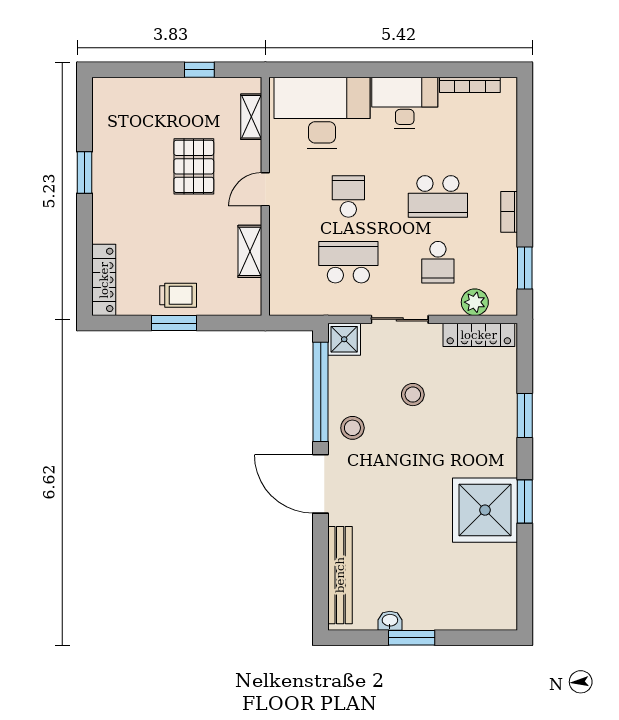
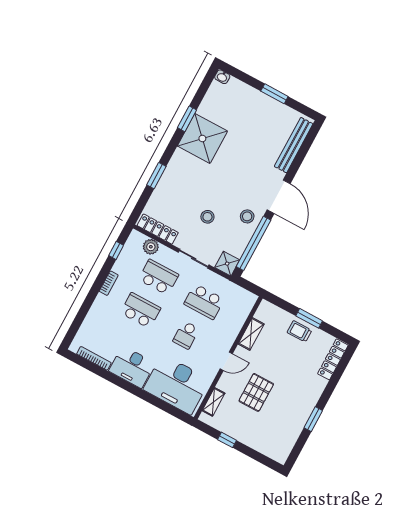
school desk: (438, 262) -> (159, 277), width x1.85
window: (525, 268) -> (116, 250), width x0.67
window: (525, 501) -> (187, 119), moved
washbasin: (390, 621) -> (222, 77), moved

